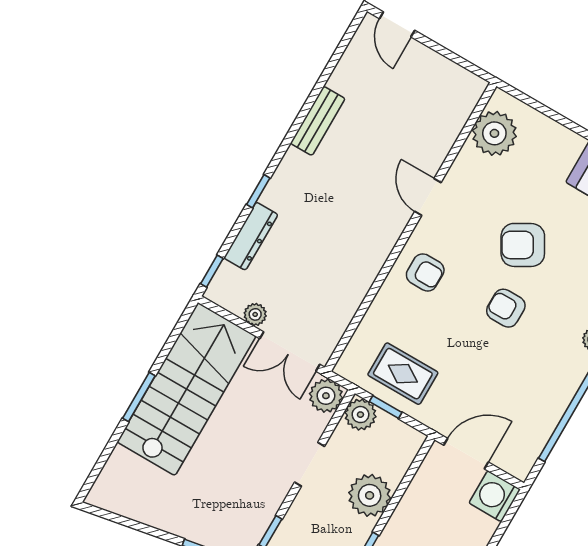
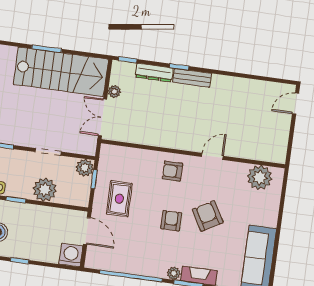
bench: (318, 121) -> (192, 78), moved
armchair: (425, 272) -> (172, 171), turned 90
rug: (403, 374) -> (119, 199), moved
plant: (326, 396) -> (87, 146), removed

